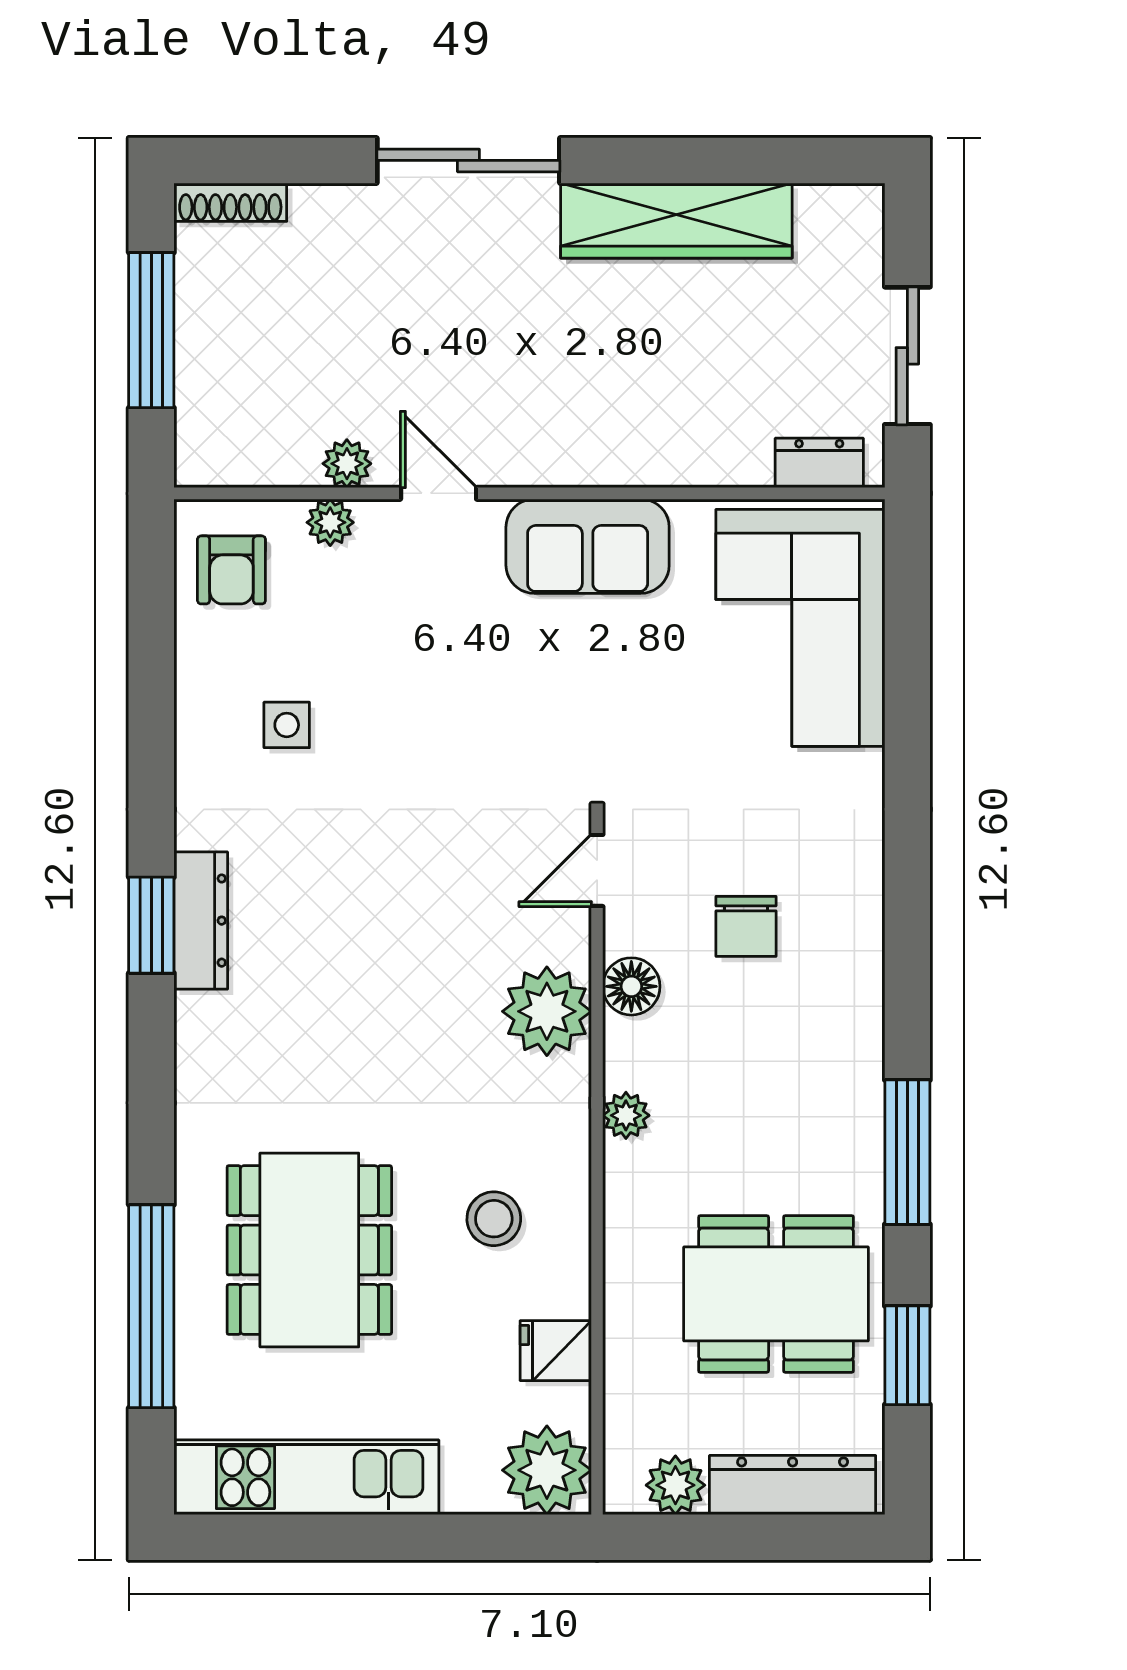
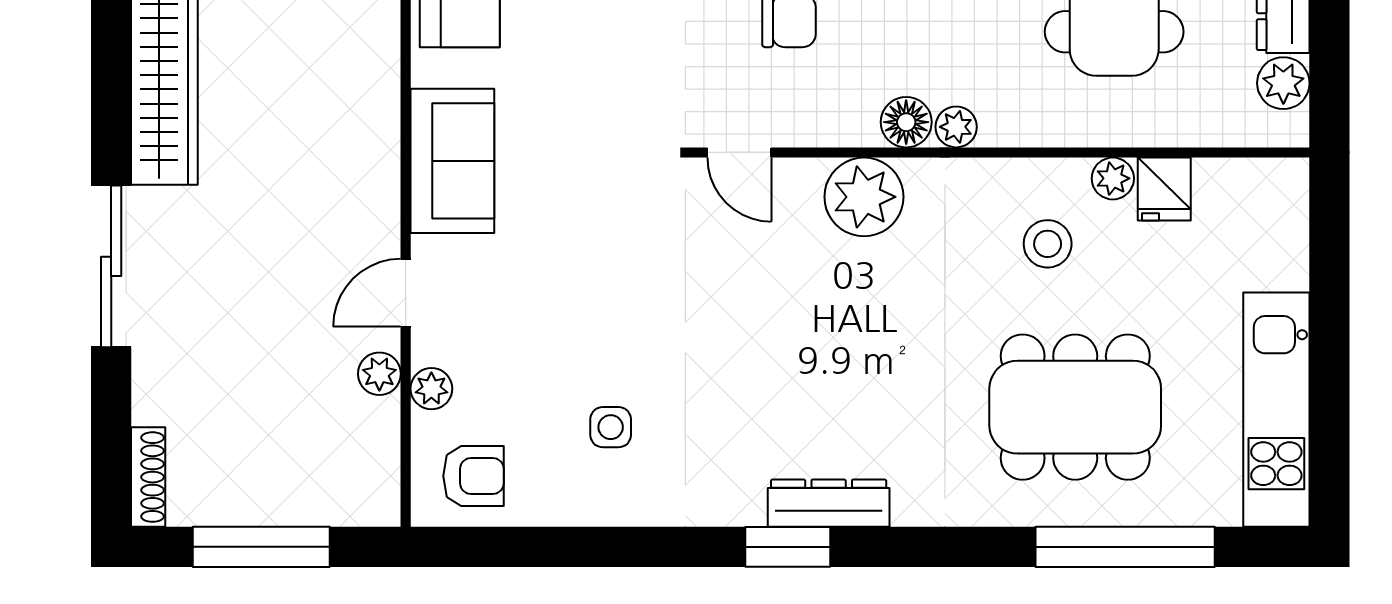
dresser: (201, 921) -> (829, 503), moved
floor lamp: (631, 986) -> (906, 122), moved
plant: (547, 1470) -> (1113, 178), moved, width x0.53, depth x0.53

